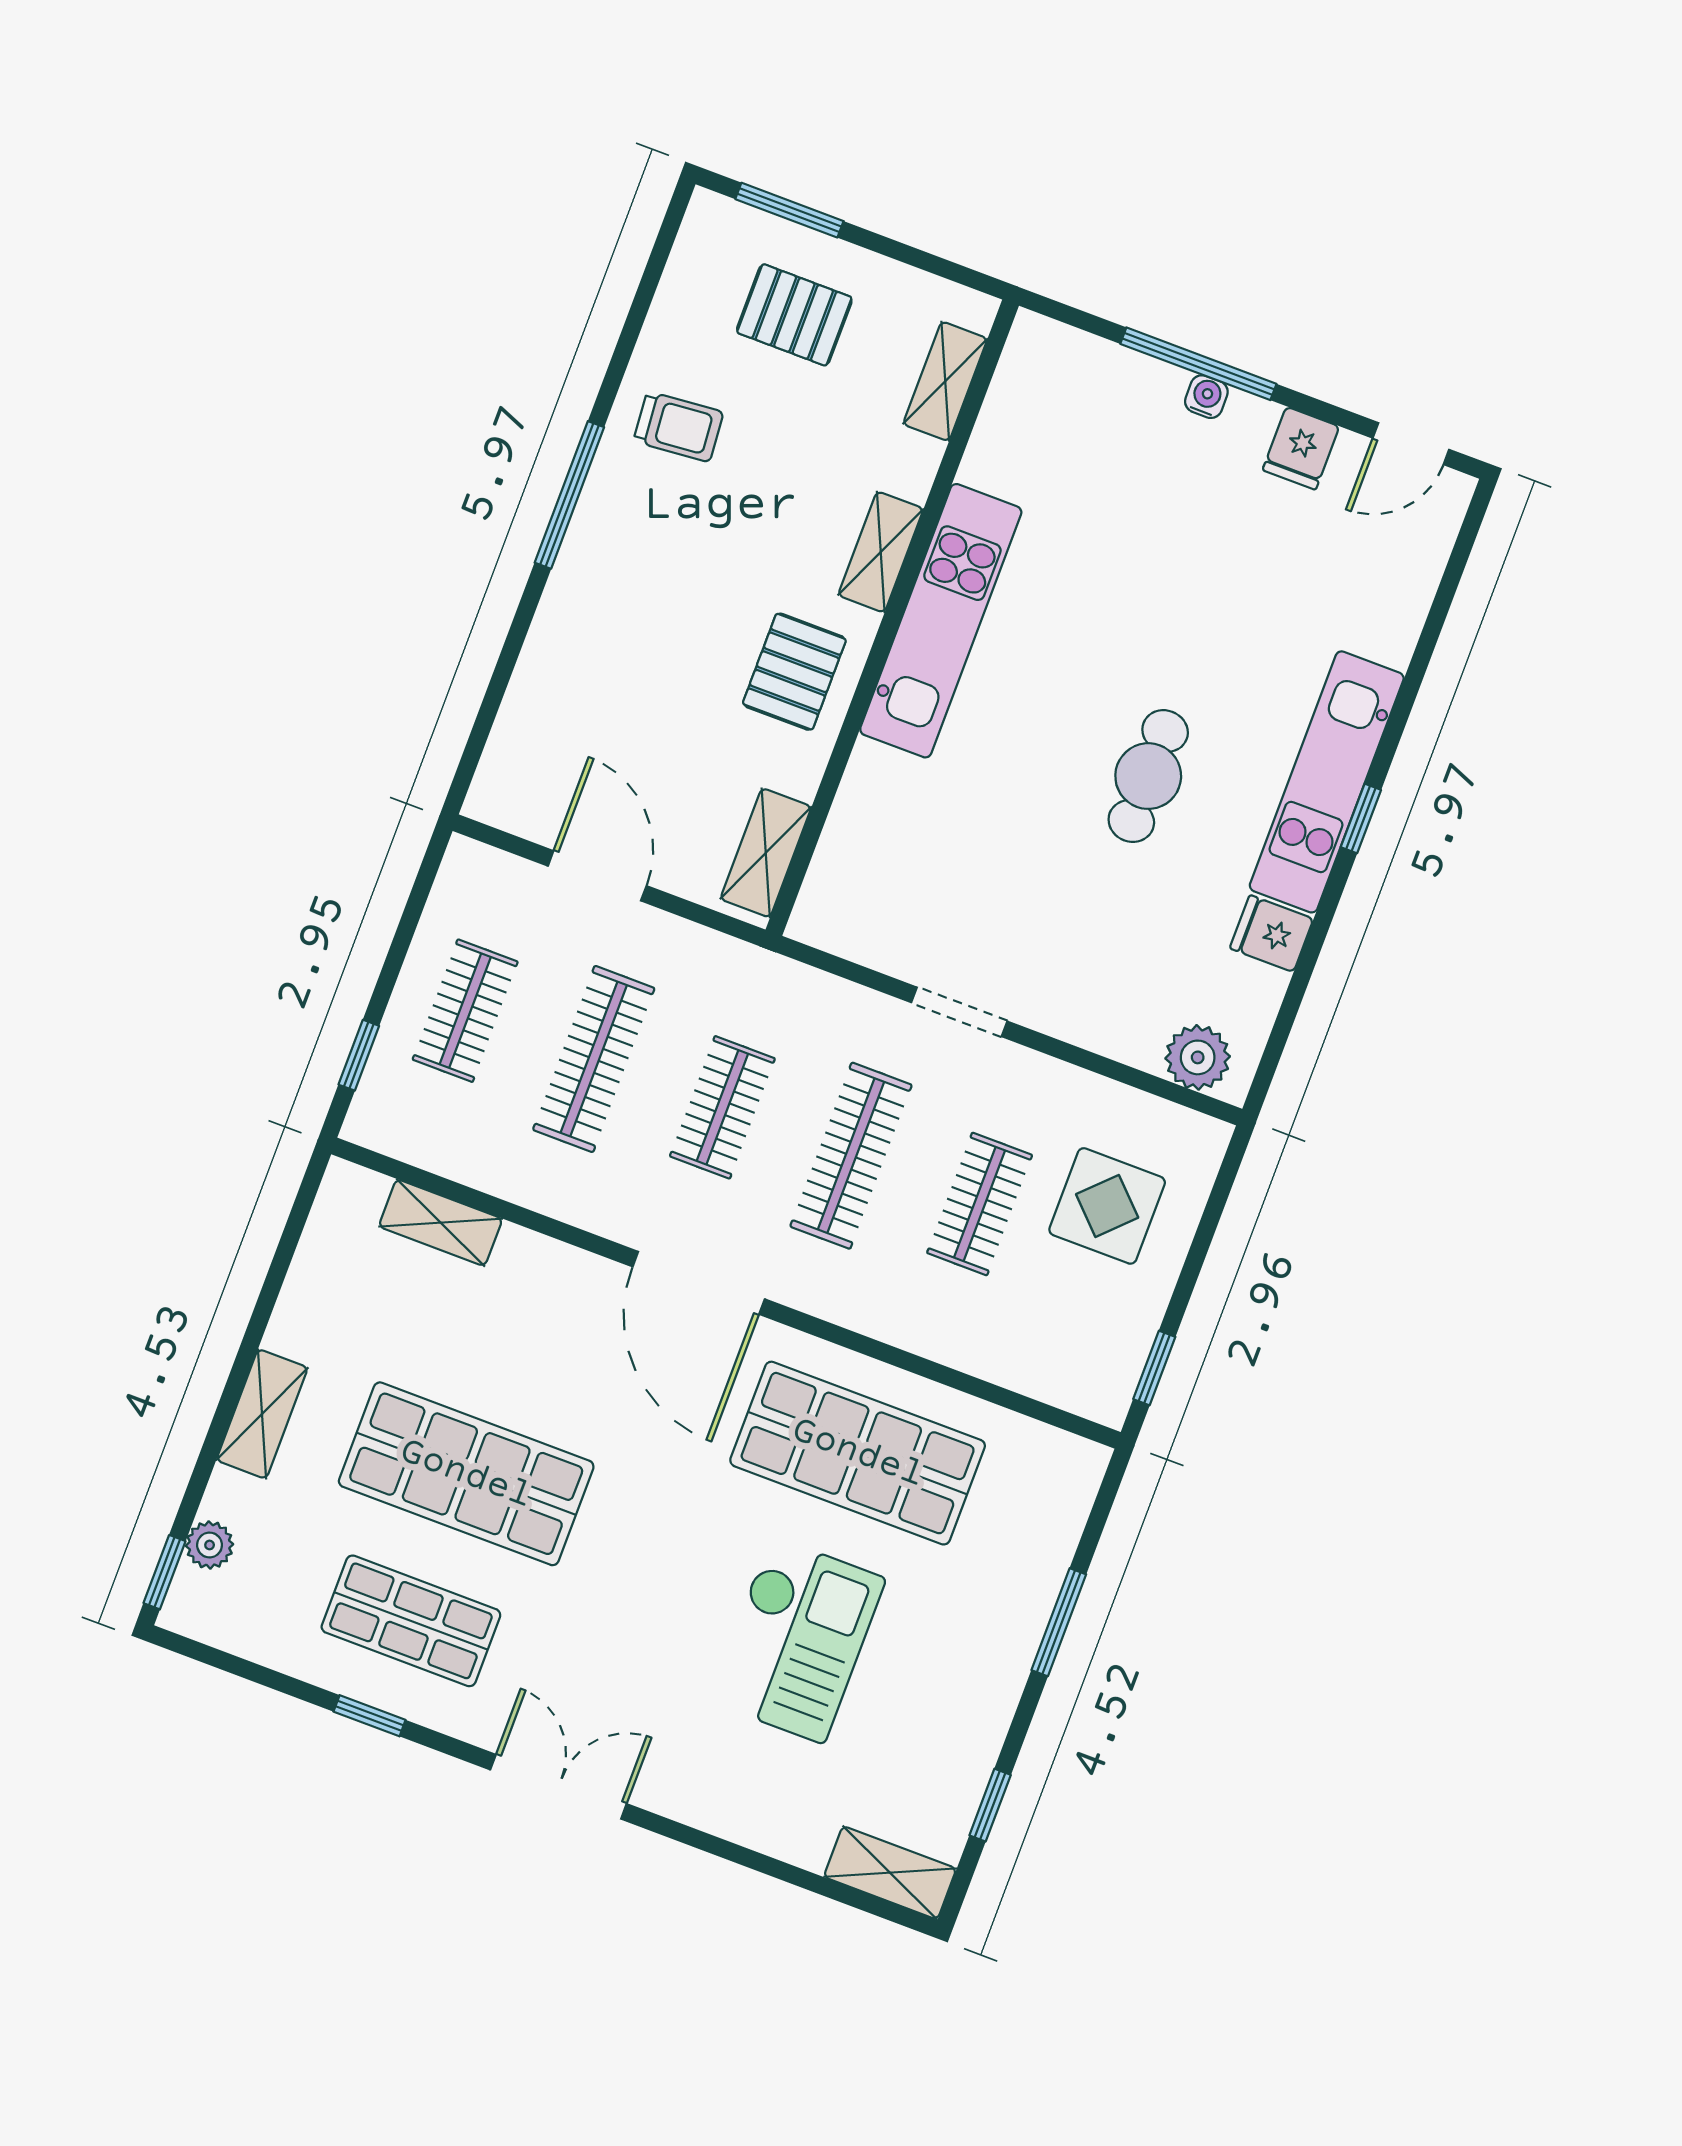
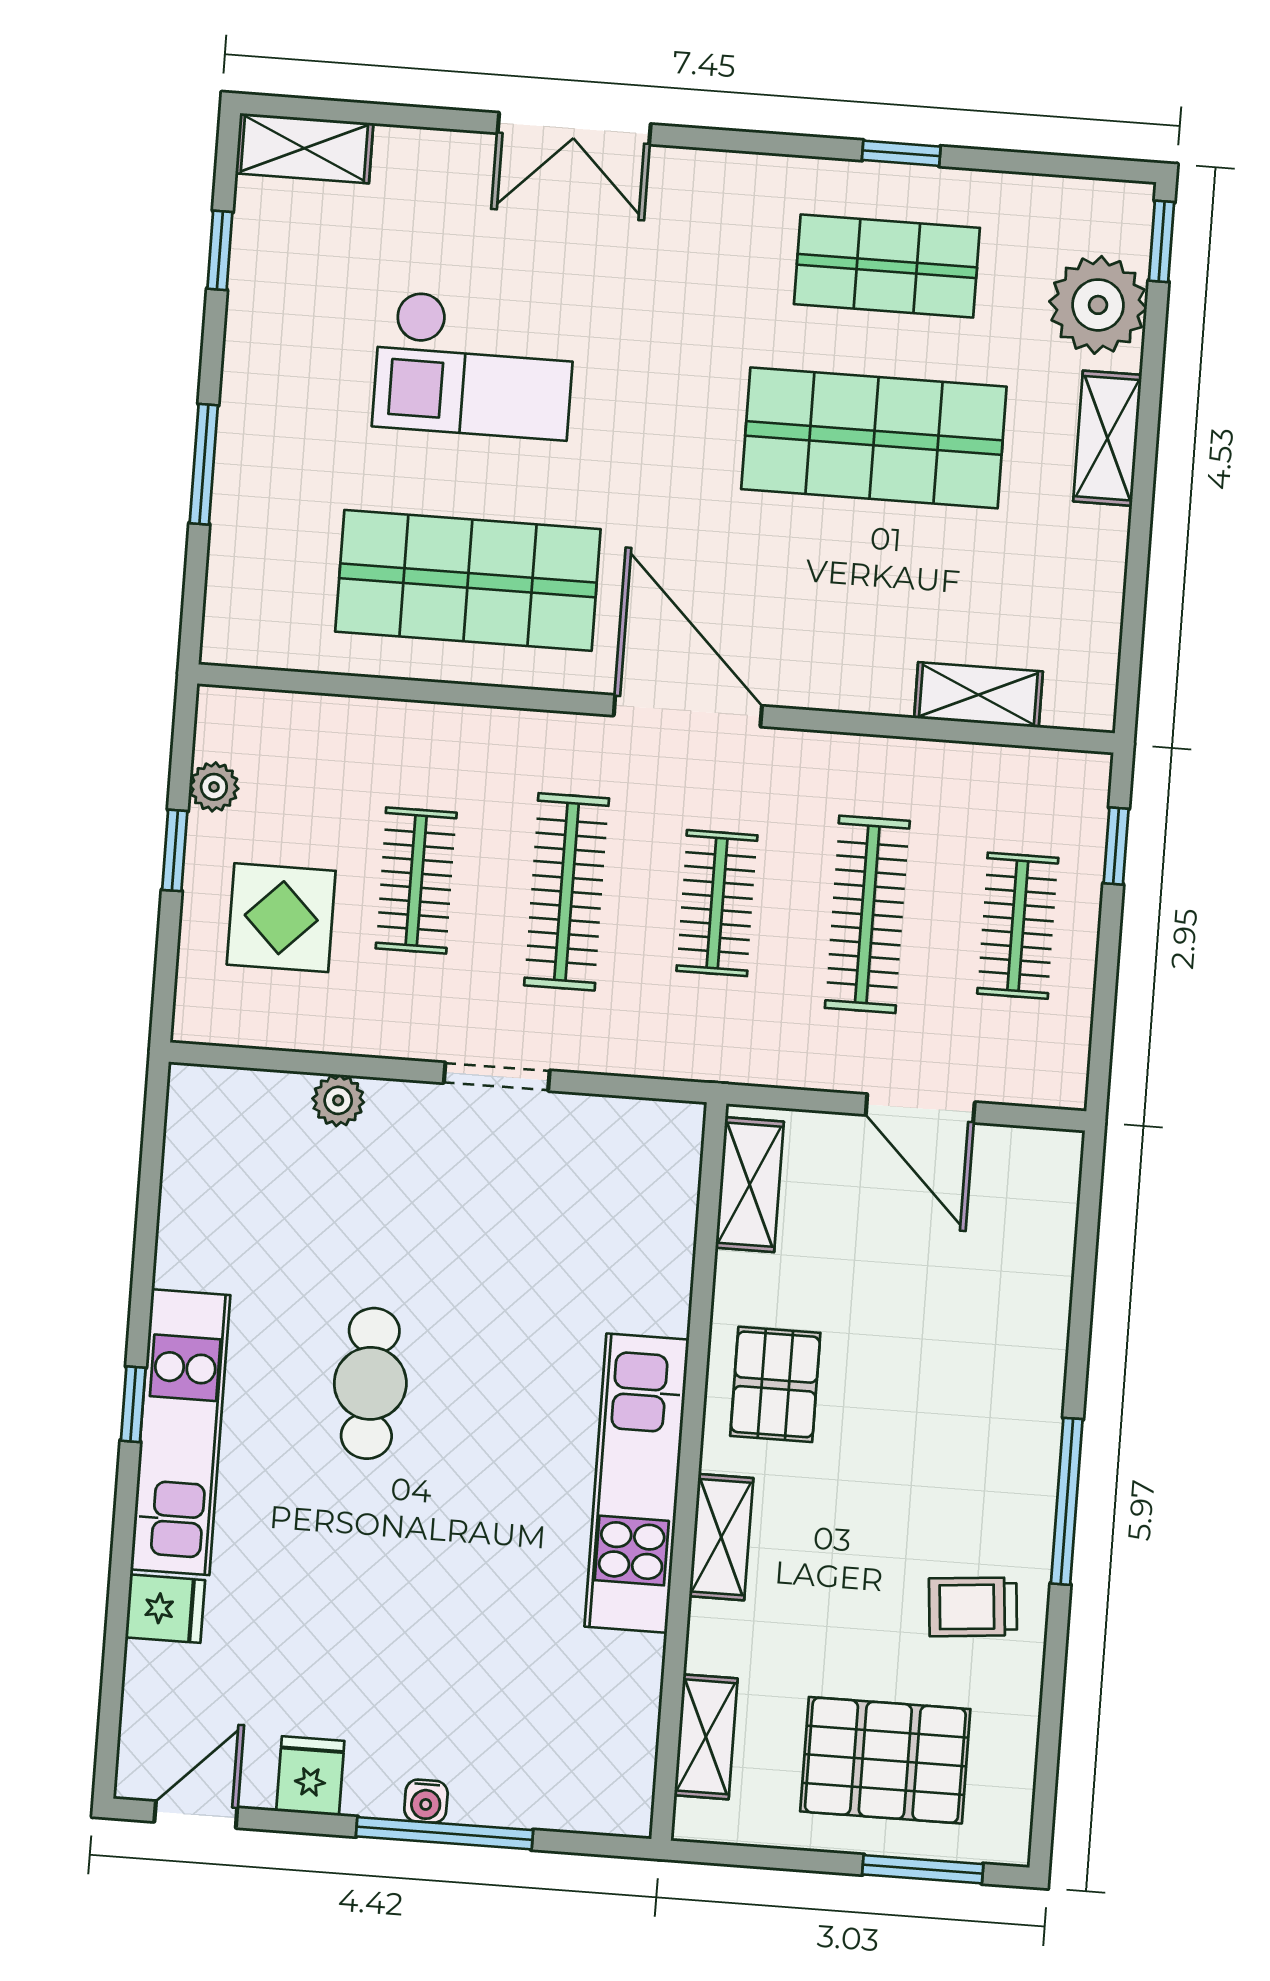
pallet: (794, 315) -> (885, 1760), width x1.50, depth x1.42
fridge: (1272, 934) -> (165, 1609), moved
plant: (1198, 1057) -> (338, 1100), moved, width x0.73, depth x0.73
plant: (1132, 1338) -> (214, 787), added
window: (1154, 1368) -> (175, 850), moved
plant: (210, 1545) -> (1098, 305), width x1.87, depth x1.87
checkout: (797, 1640) -> (474, 365), turned -90
double door: (558, 1787) -> (574, 129), moved

